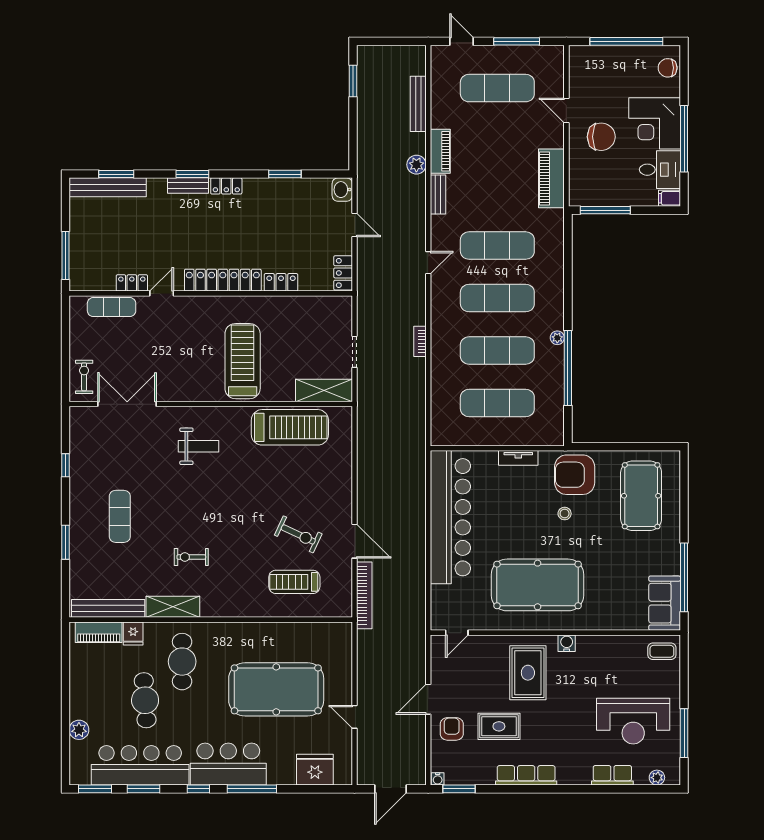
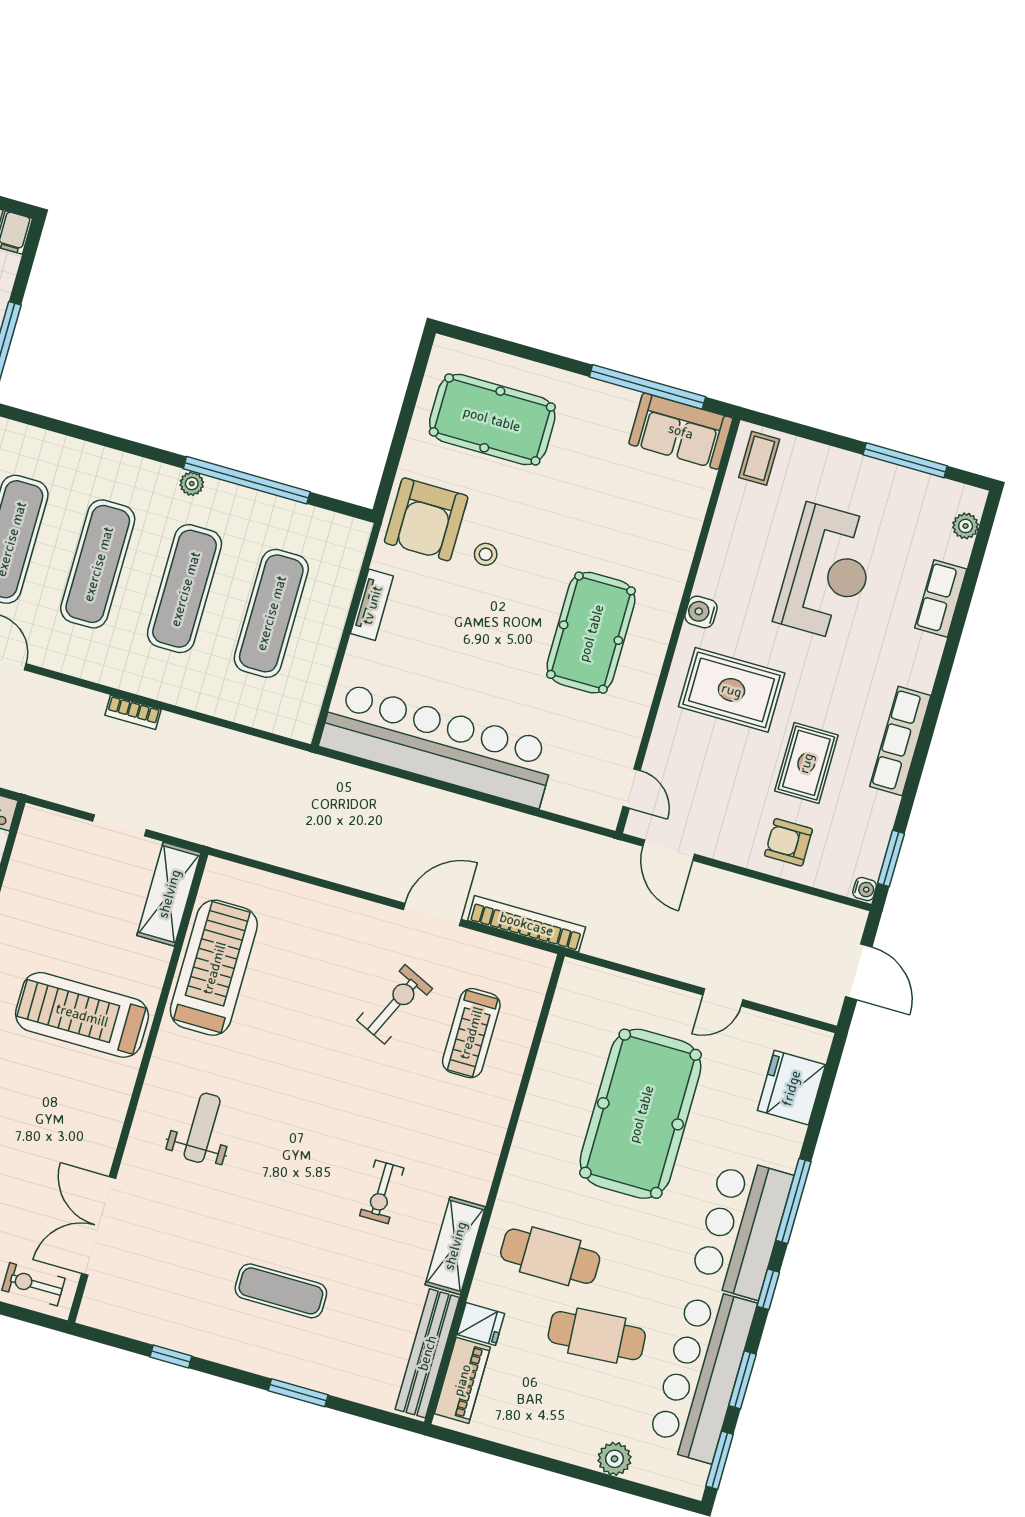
pool table: (538, 585) -> (591, 633), width x0.73, depth x0.76
door: (428, 699) -> (669, 850), moved
reception desk: (633, 721) -> (827, 572), moved

